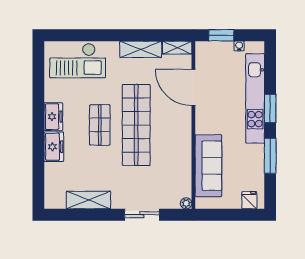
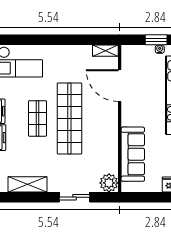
window: (221, 35) -> (156, 40), moved
shelving: (141, 49) -> (73, 52), removed
plant: (186, 203) -> (109, 183), width x1.88, depth x1.88

